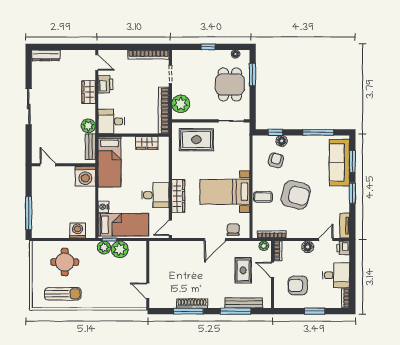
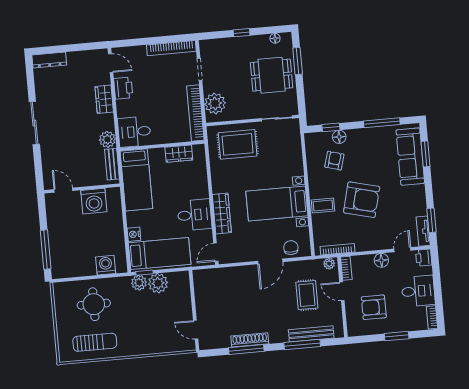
dining table: (230, 84) -> (272, 75), turned 90
washing machine: (85, 176) -> (94, 201), moved
window: (352, 193) -> (431, 220), moved

